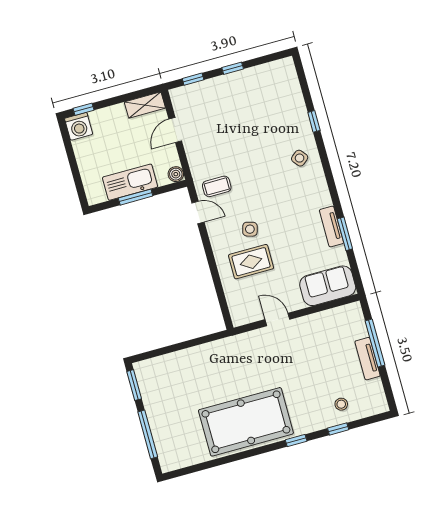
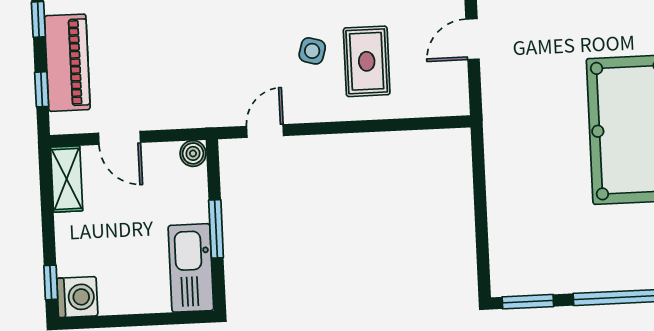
piano: (212, 90) -> (67, 63), added
kitchen sink: (130, 182) -> (191, 268), moved
coffee table: (217, 186) -> (229, 90), removed

